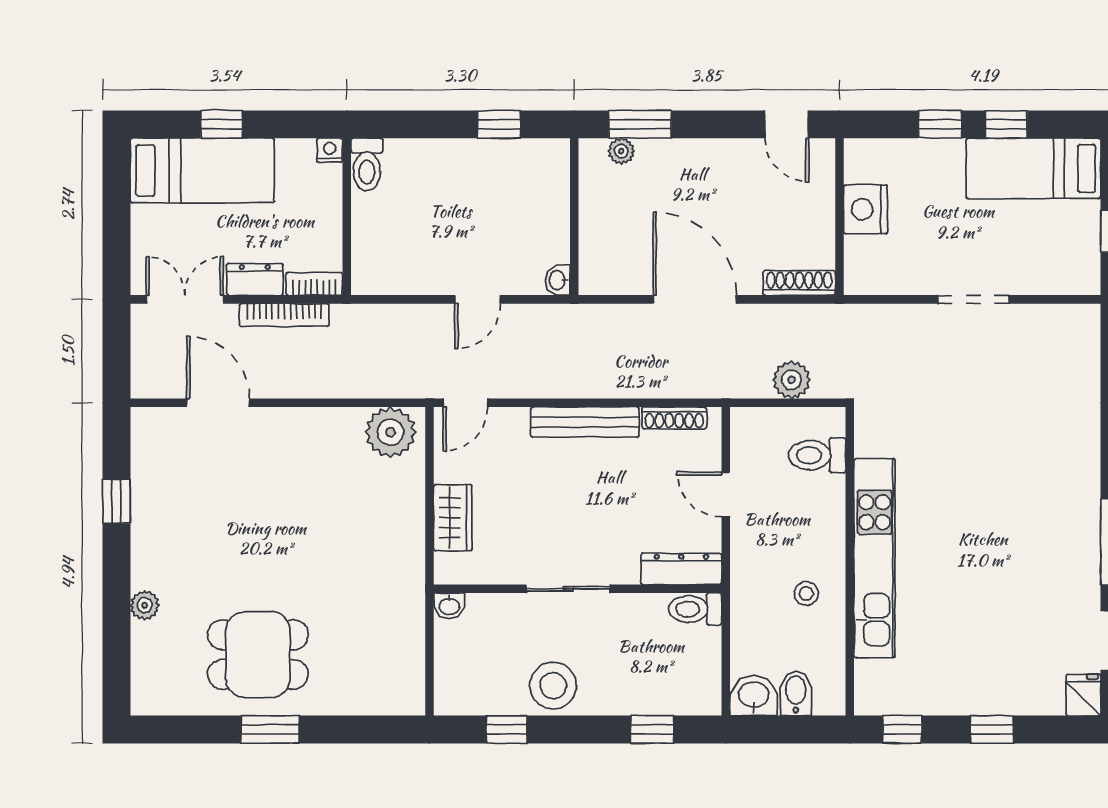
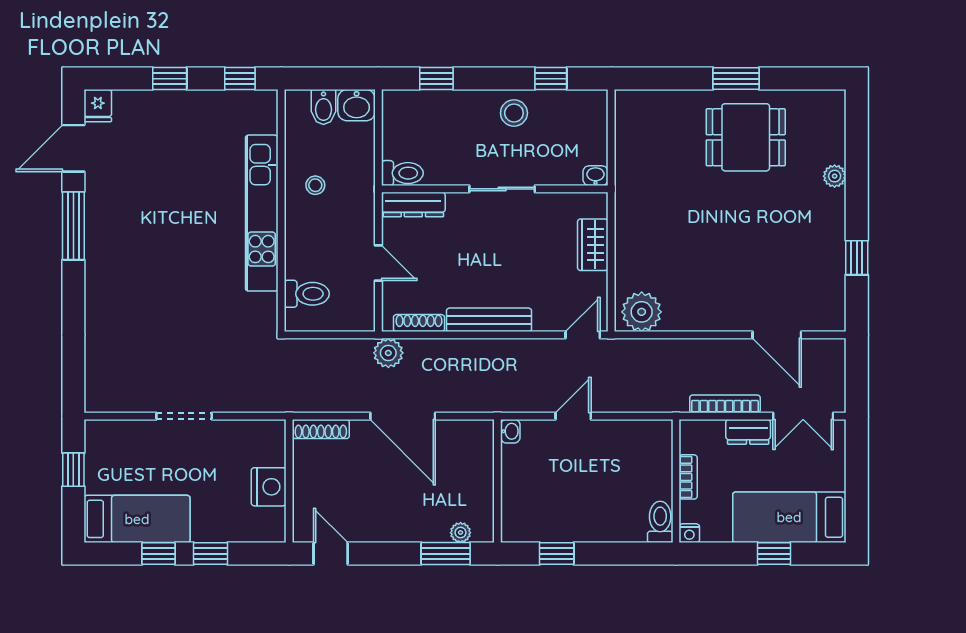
bookcase: (314, 284) -> (688, 477), moved, turned -90
plant: (791, 380) -> (388, 353), moved
stool: (553, 686) -> (514, 113), width x0.73, depth x0.73

